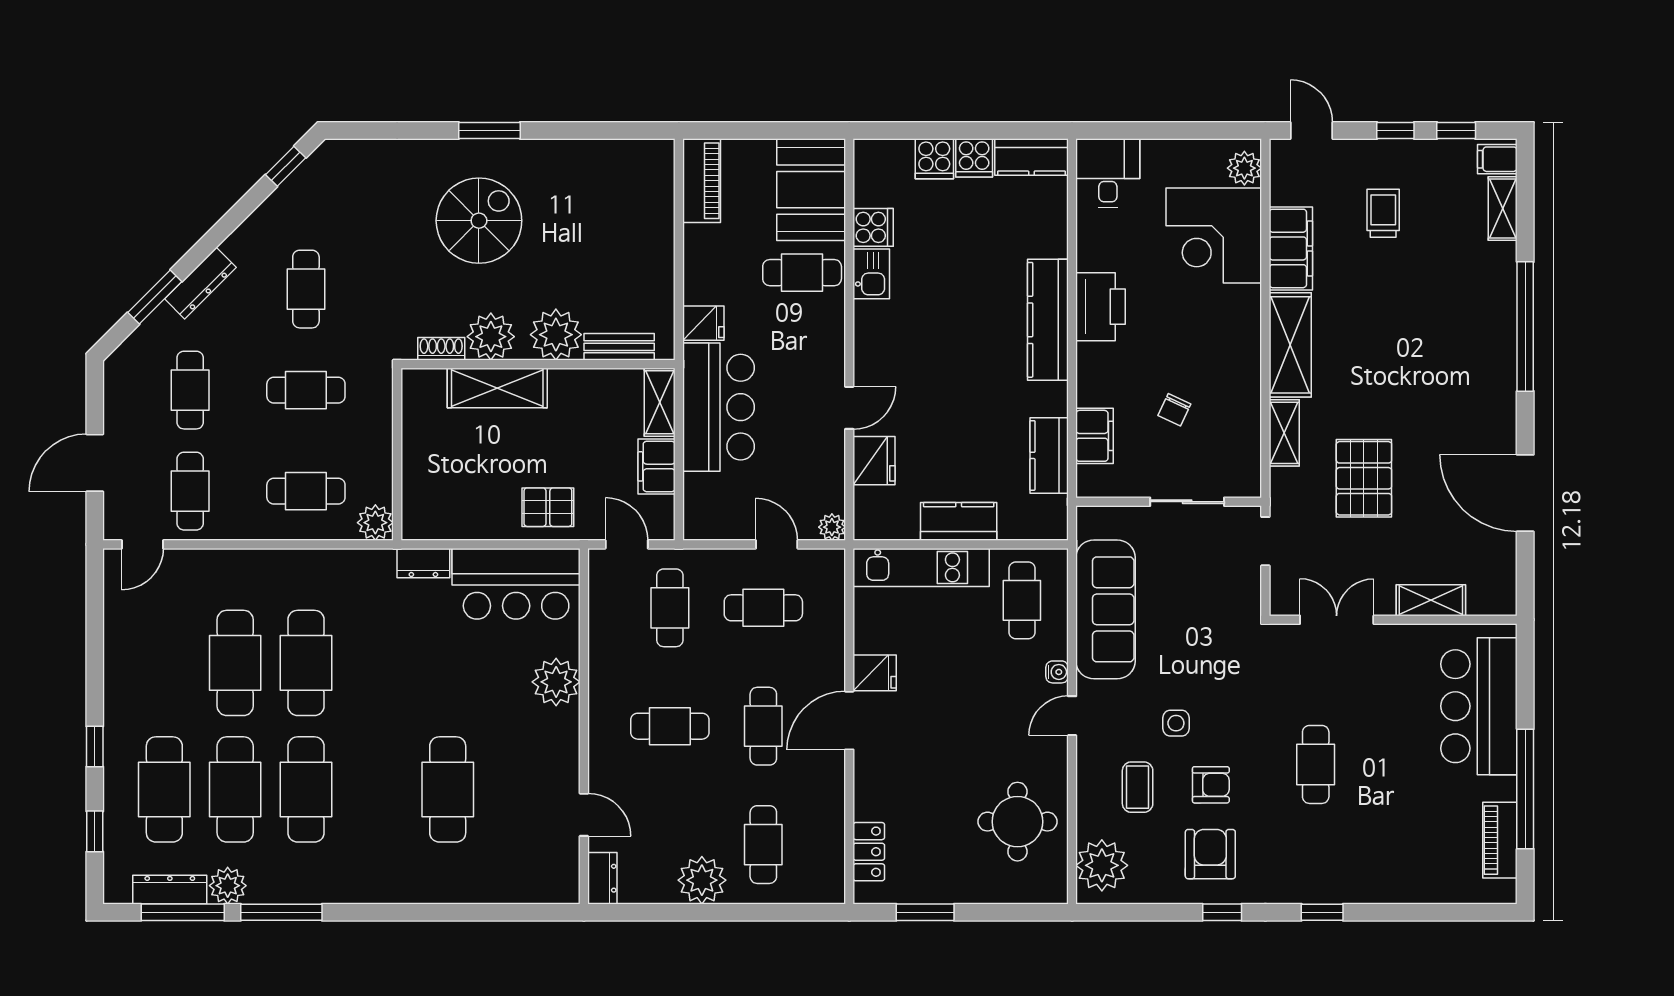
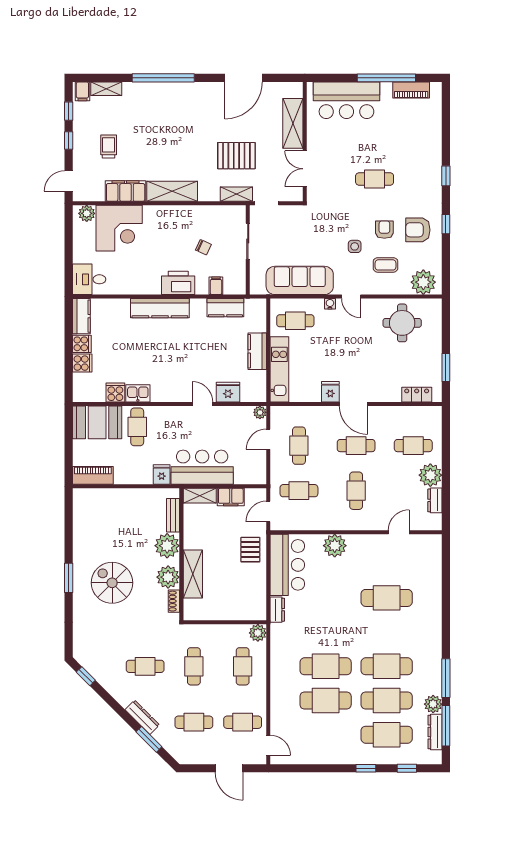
trolley: (1383, 213) -> (109, 146), turned 90
printer: (1100, 307) -> (178, 283), moved
shelving: (1284, 433) -> (236, 194), moved
filing cabinet: (1095, 436) -> (216, 286), width x0.50
shelving: (1431, 600) -> (293, 123), width x1.50, depth x1.33
dresser: (602, 878) -> (435, 500), moved, turned -90

